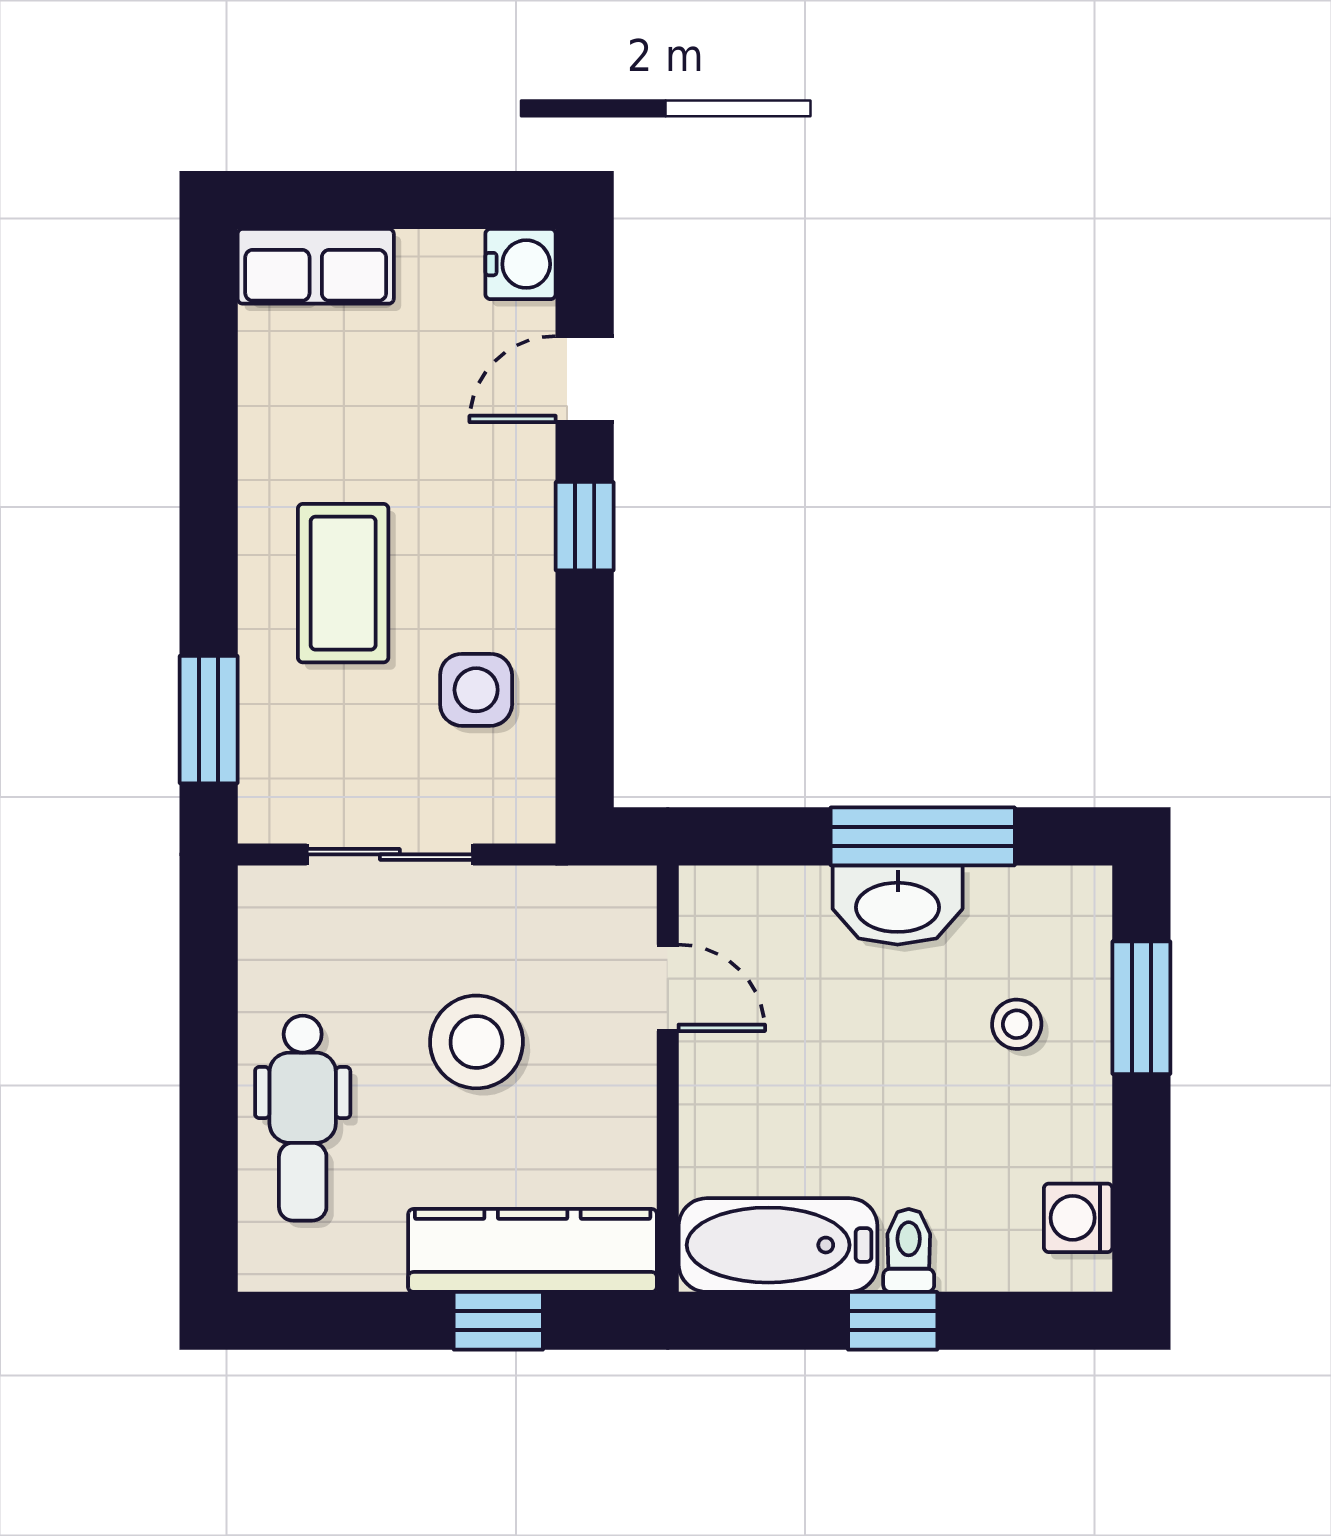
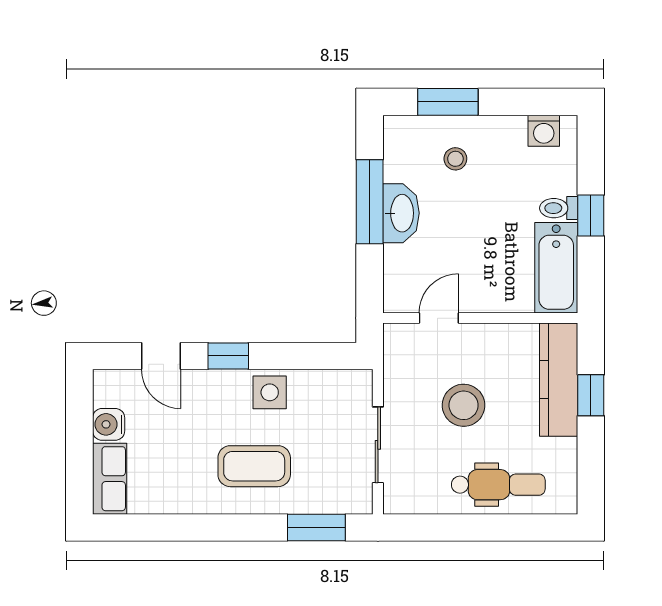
water cooler: (521, 264) -> (109, 424), moved, turned -90
side table: (476, 690) -> (270, 392), moved

